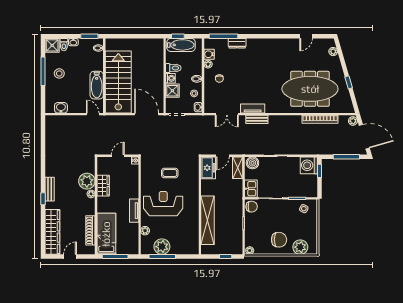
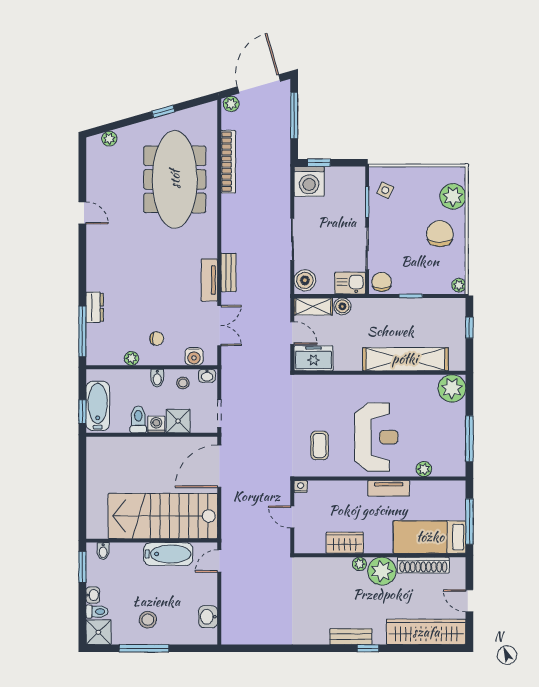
door: (306, 36) -> (82, 213), moved
water cooler: (209, 54) -> (194, 356), moved
coffee table: (170, 173) -> (320, 446), moved
plant: (87, 181) -> (382, 571), moved
boiler: (238, 184) -> (342, 306), added
reception desk: (163, 204) -> (376, 437), turned 180
plant: (162, 247) -> (452, 388), moved

